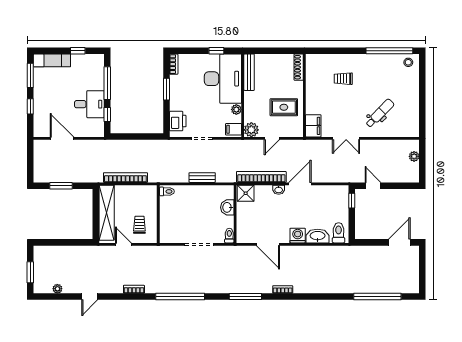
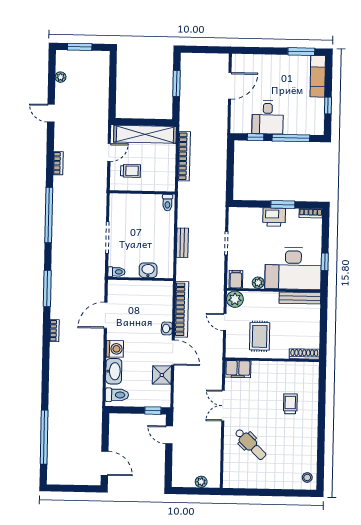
window: (389, 51) -> (321, 456), removed
window: (30, 106) -> (266, 51), removed
printer: (178, 121) -> (274, 217), moved
door: (373, 186) -> (169, 435), swing flipped
shower: (246, 193) -> (162, 375), moved

